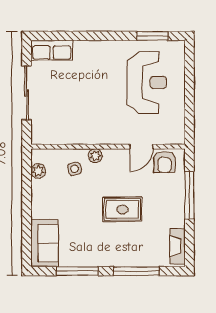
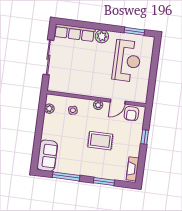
row of seats: (52, 50) -> (75, 33), width x1.48
plant: (104, 50) -> (102, 36), added
plant: (95, 156) -> (98, 105), moved
window: (189, 195) -> (145, 137), width x0.46
window: (136, 271) -> (104, 181), width x0.69

